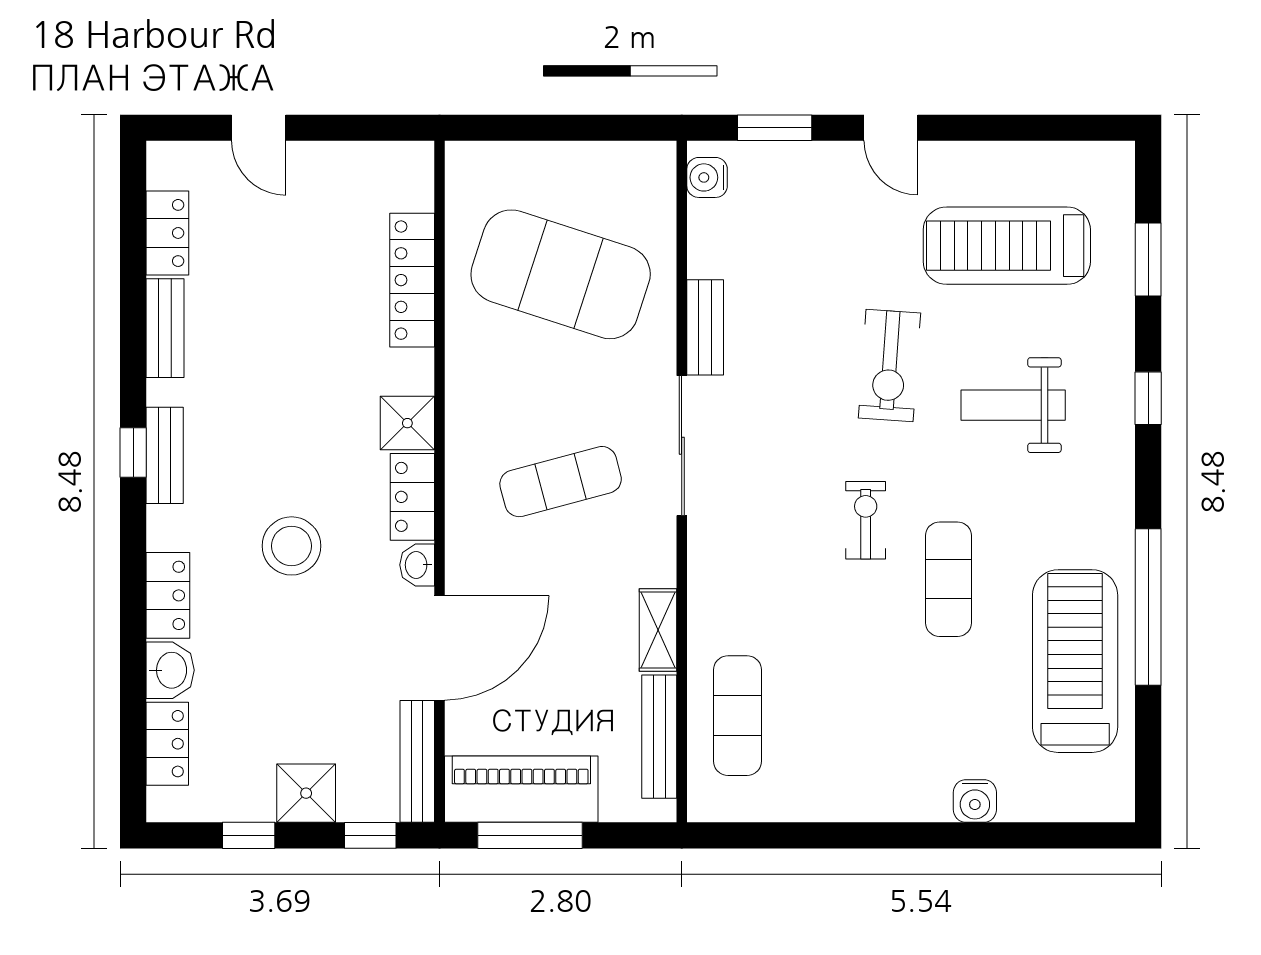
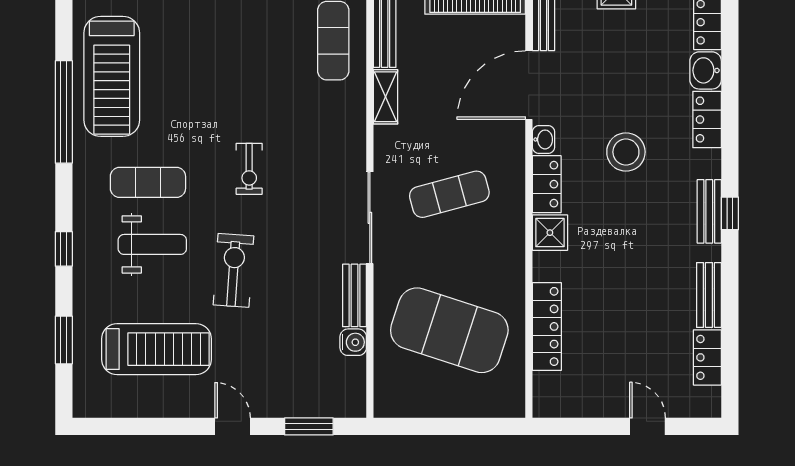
water cooler: (707, 177) -> (353, 342), moved
exercise mat: (948, 579) -> (148, 182), moved, turned 90

